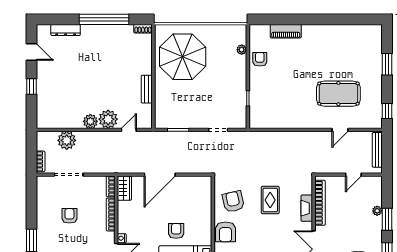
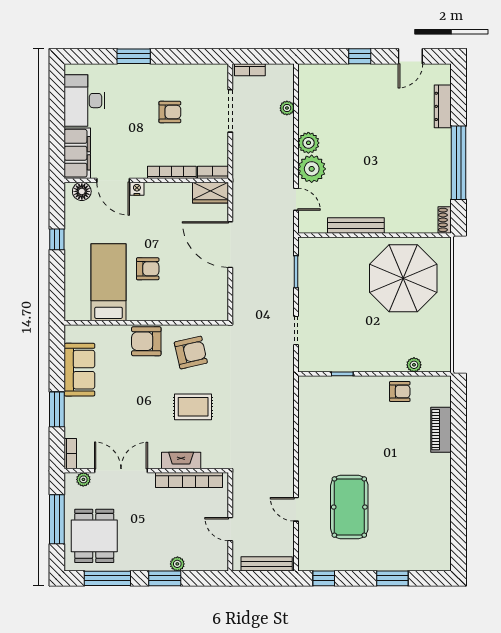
bench: (147, 89) -> (356, 225), width x1.36
plant: (67, 140) -> (287, 108), width x0.53, depth x0.53

